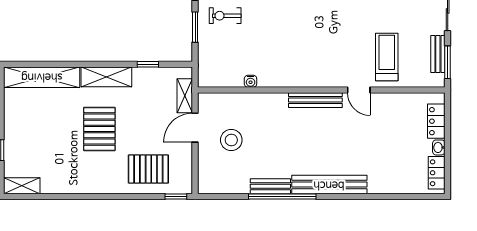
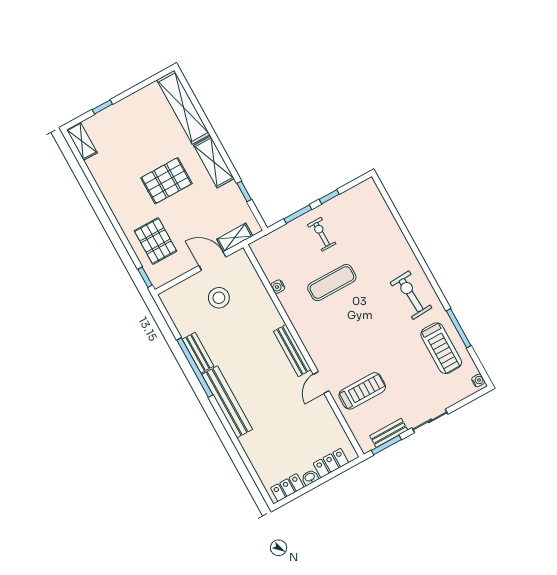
exercise mat: (274, 30) -> (332, 283), added

